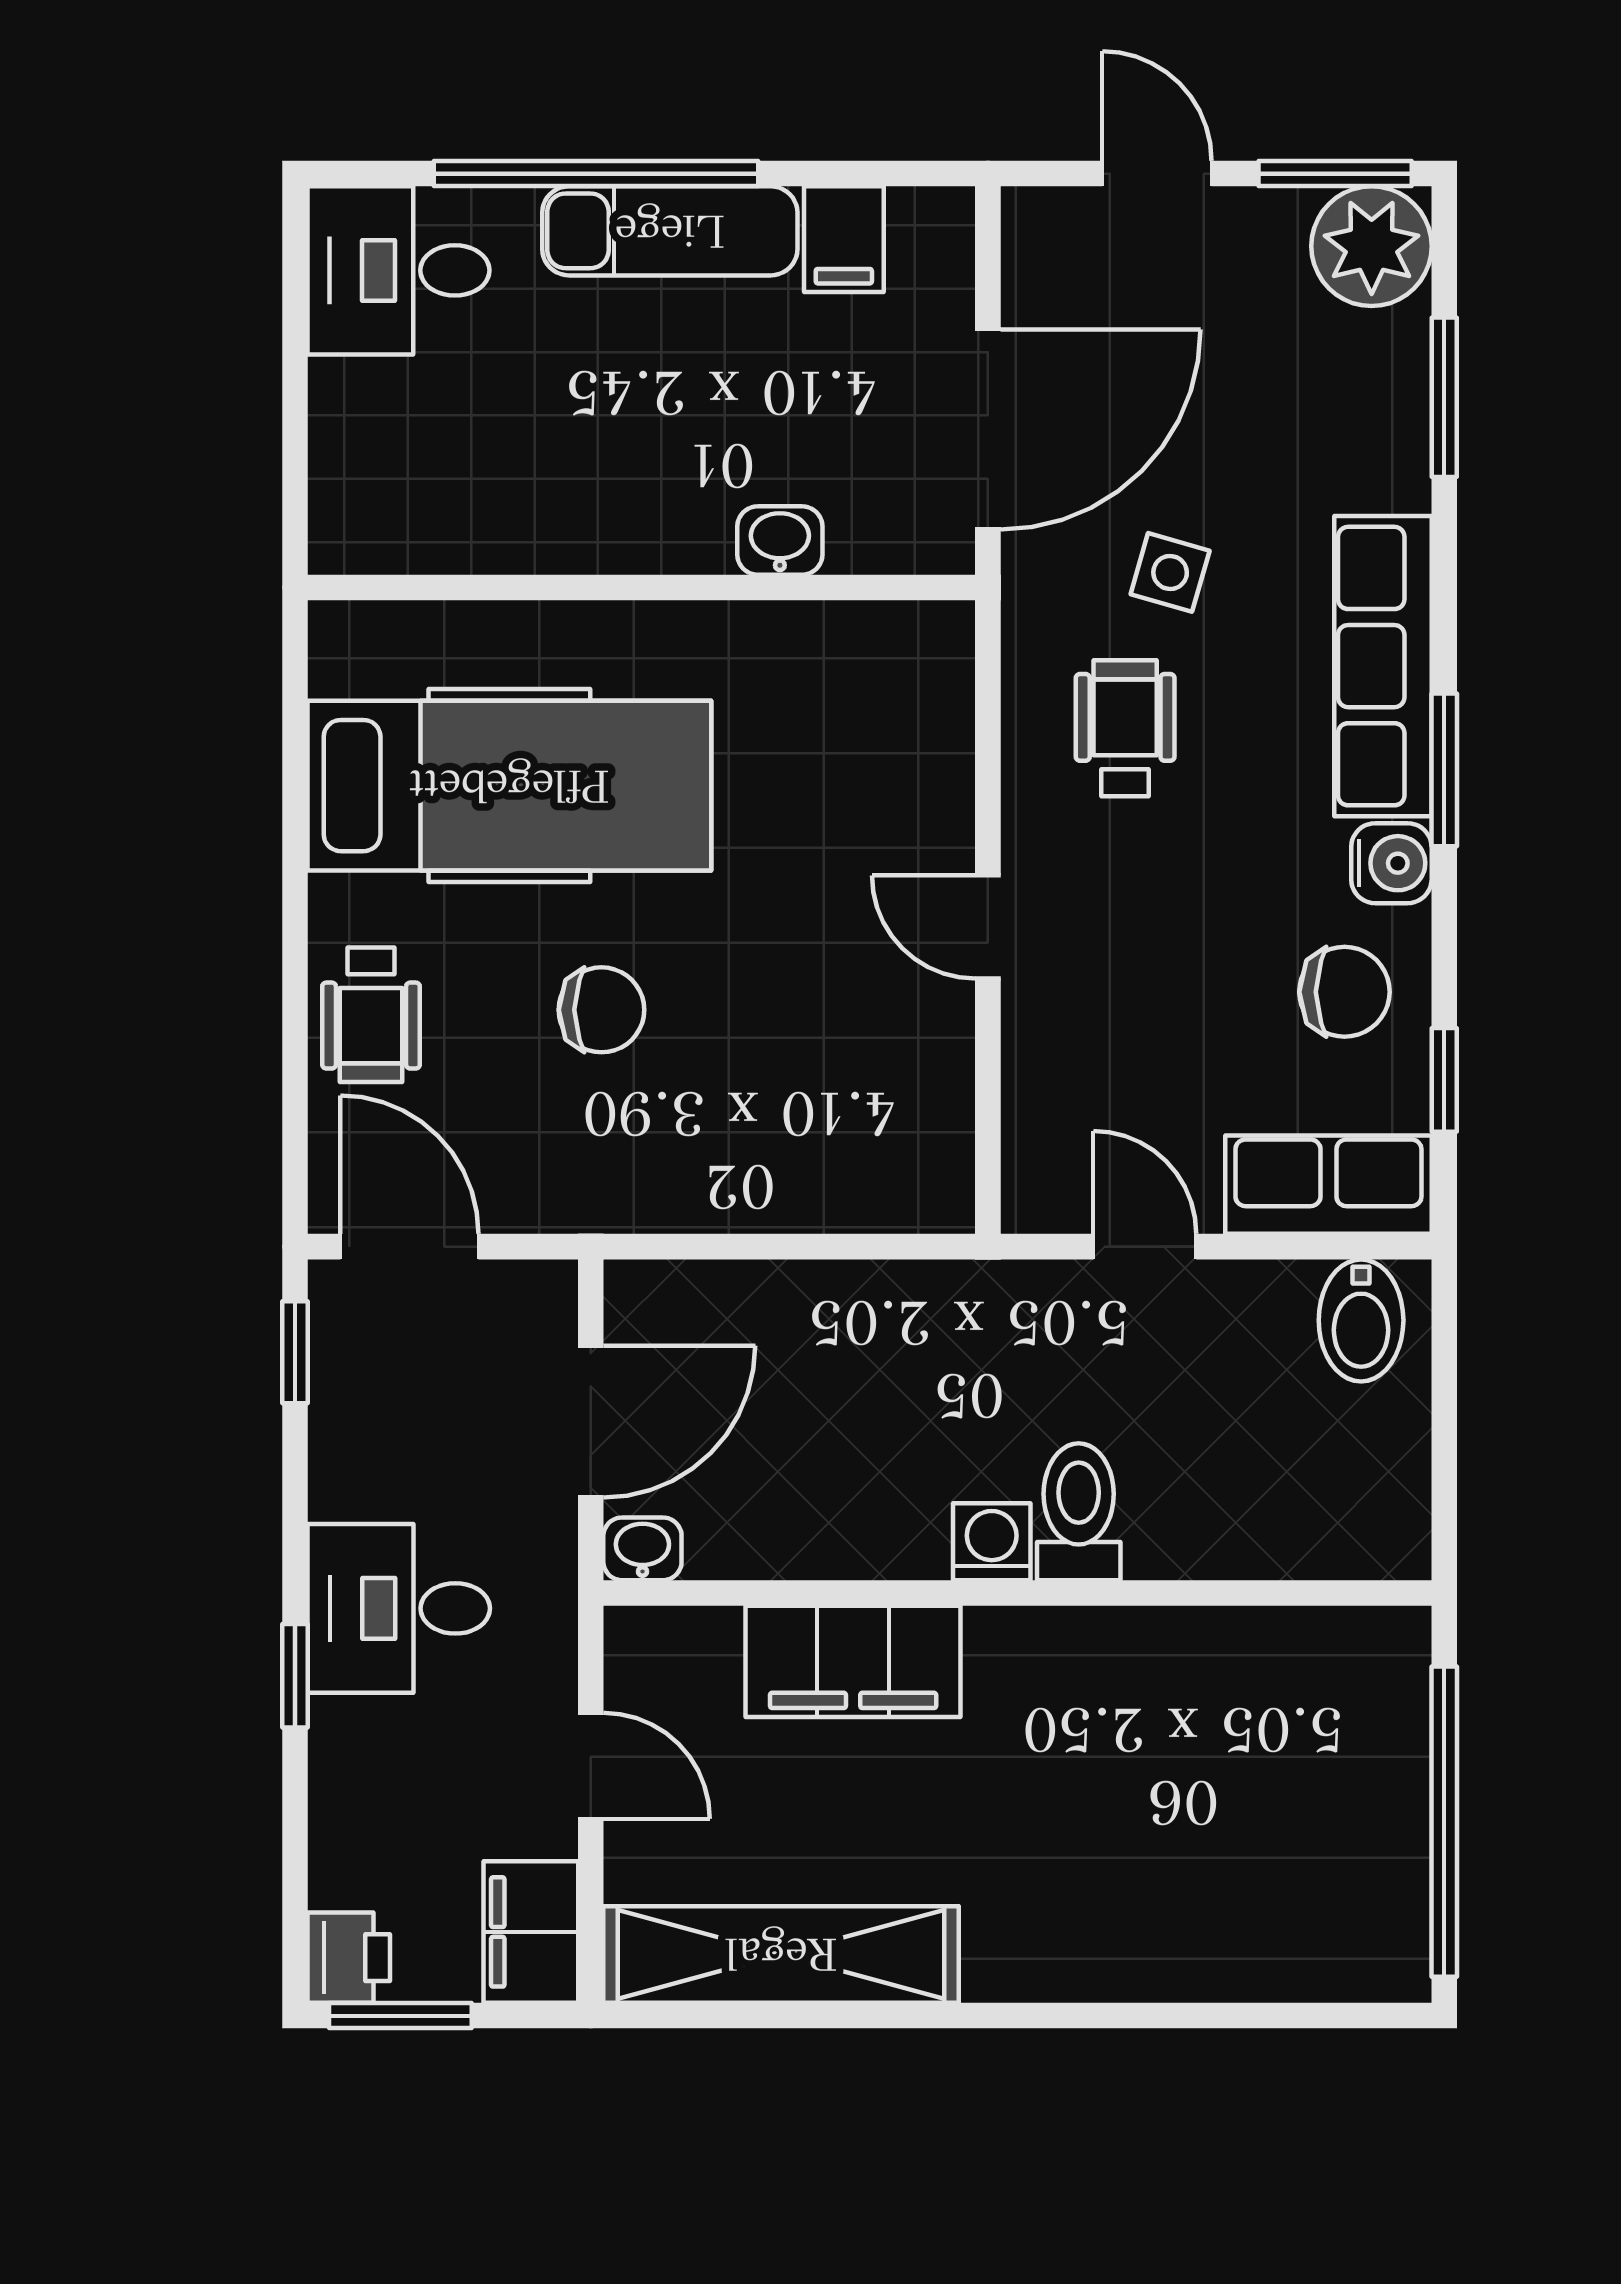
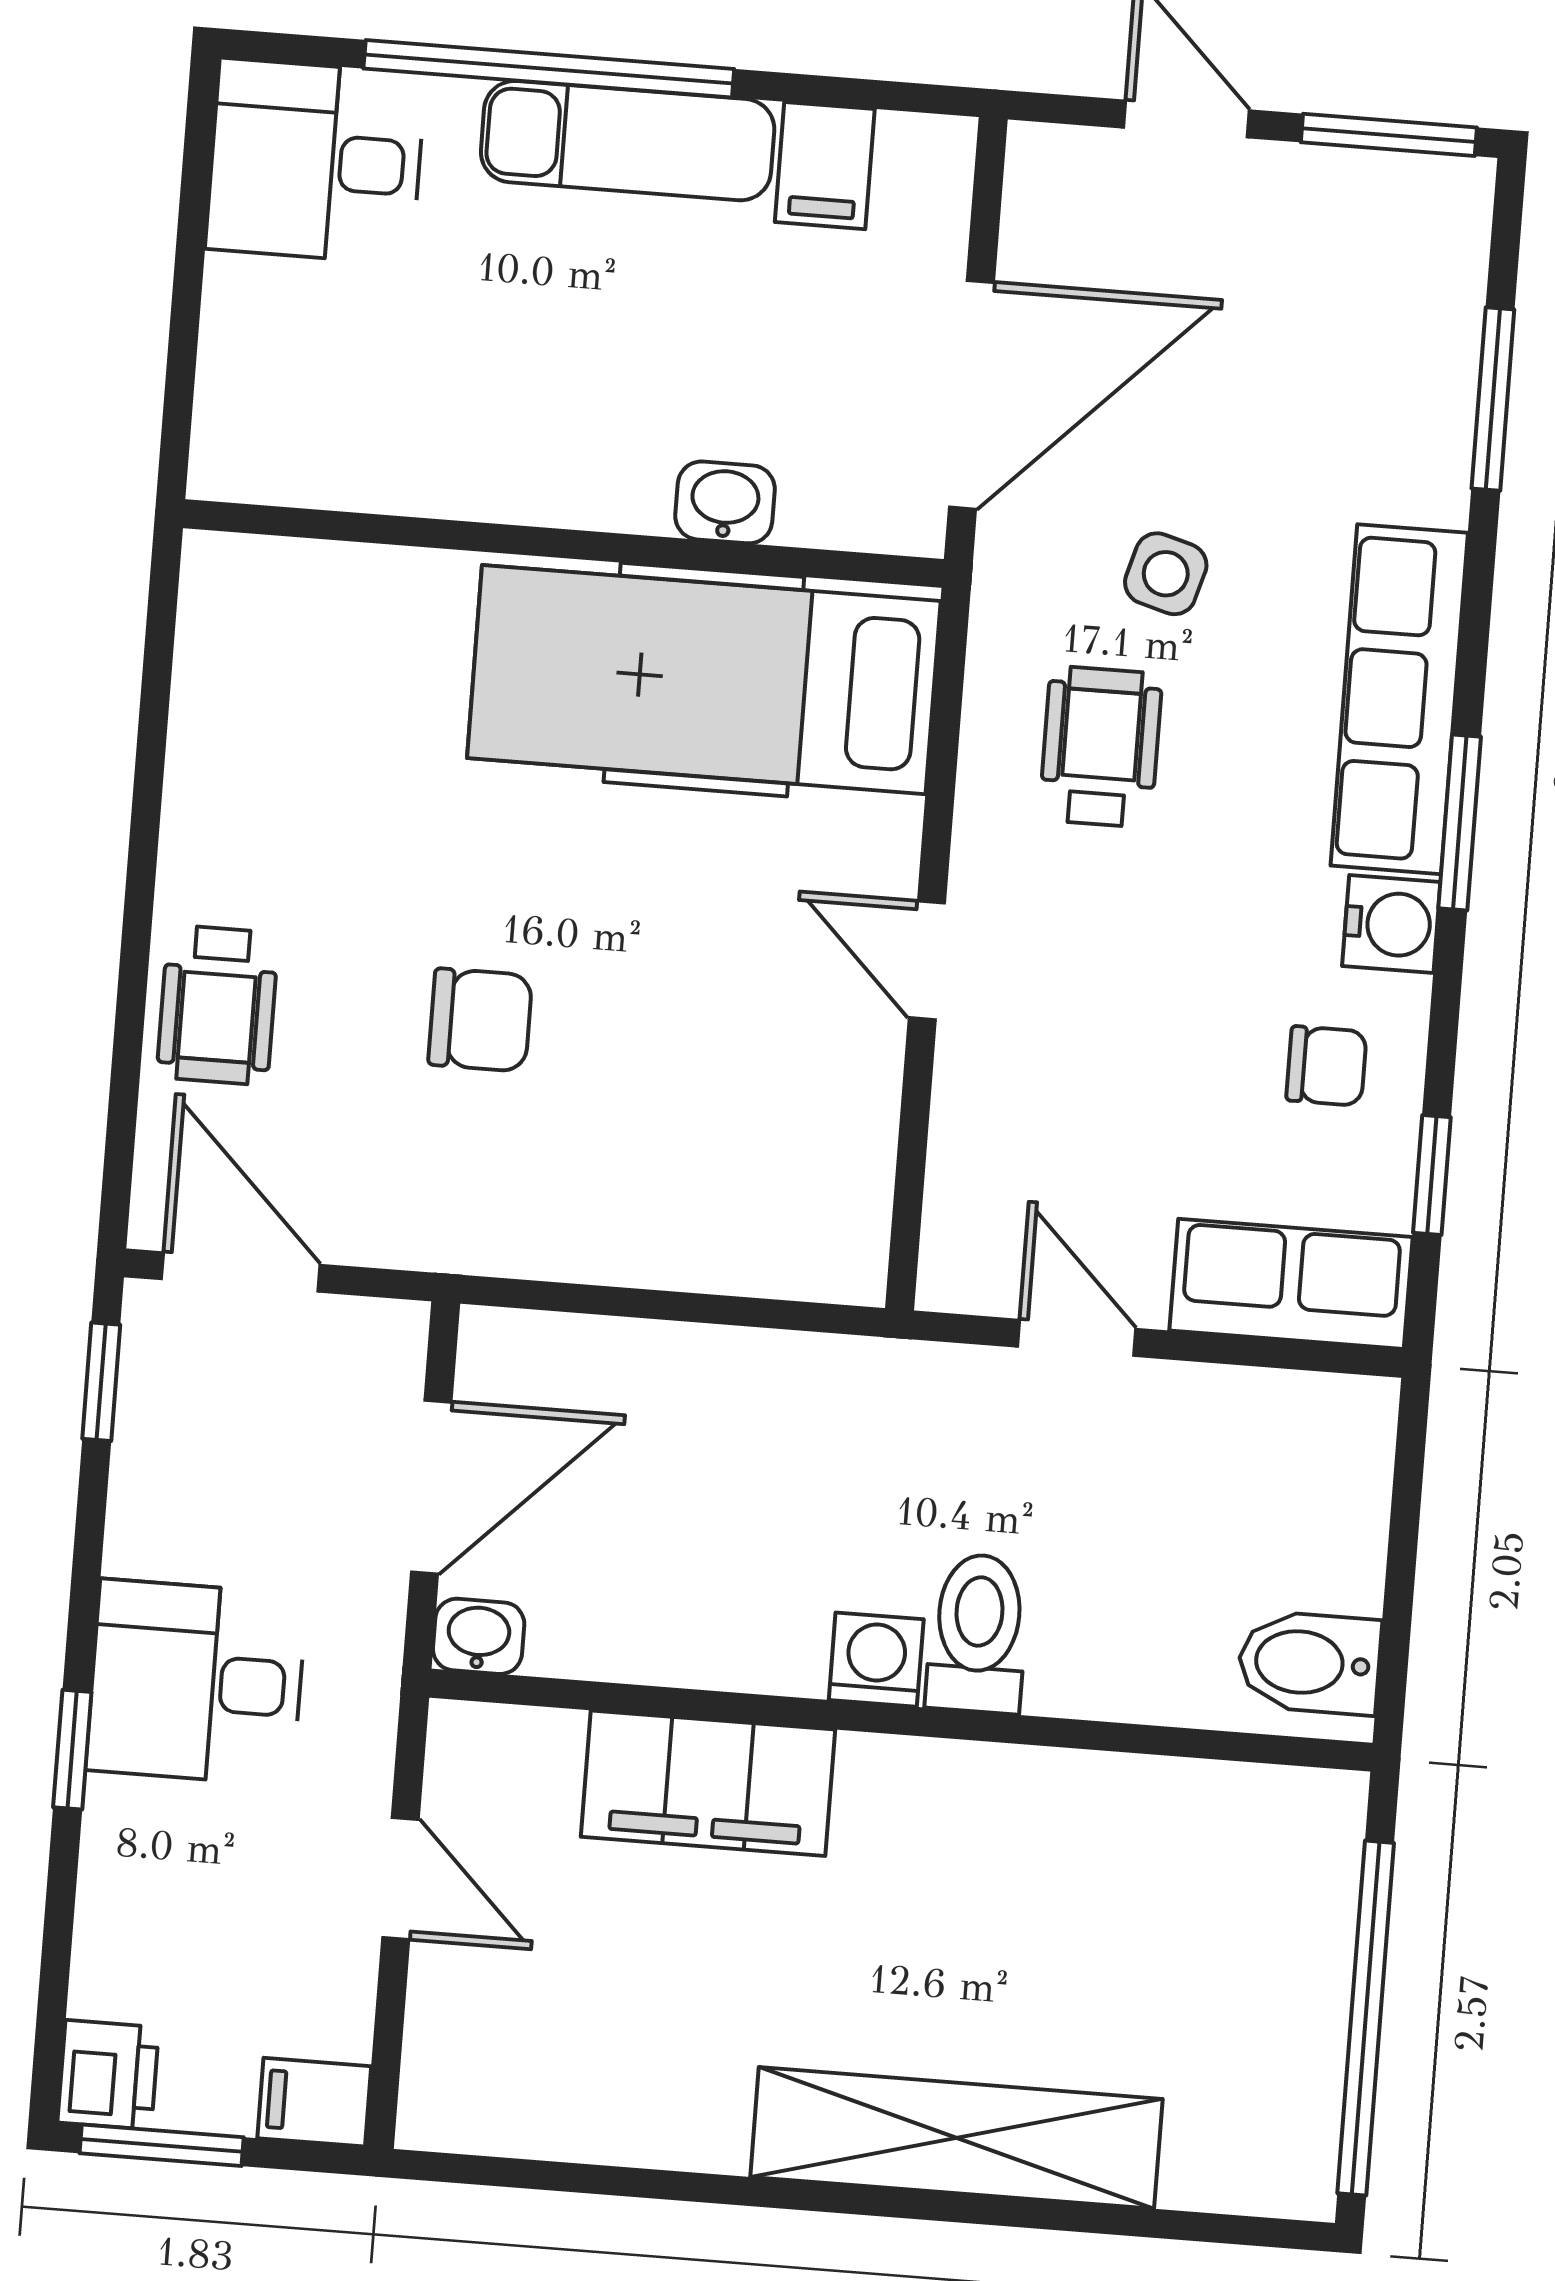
plant: (1372, 246) -> (1424, 221), removed
hospital bed: (509, 786) -> (704, 680), moved, turned 180
chair: (1345, 992) -> (1326, 1066), width x0.73, depth x0.73
bidet: (1361, 1320) -> (1309, 1663), moved, turned 90
filing cabinet: (531, 1932) -> (314, 2102), width x0.50
shelving: (781, 1954) -> (956, 2138), moved

